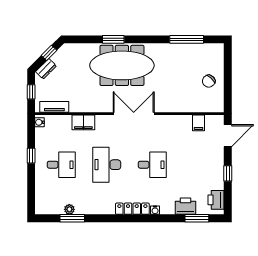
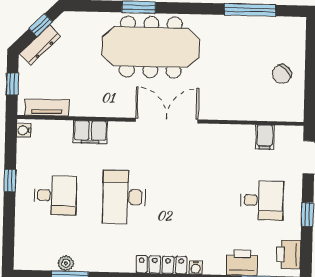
dresser: (46, 69) -> (40, 45), width x1.44
desk: (152, 165) -> (262, 200), moved

